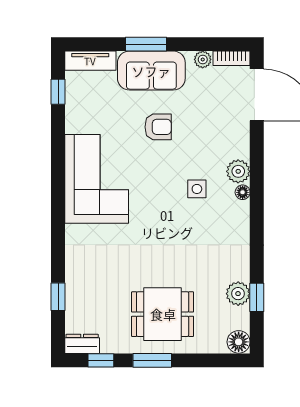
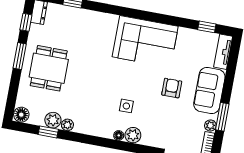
window: (146, 44) -> (222, 117), moved
armchair: (158, 127) -> (172, 88), turned 180
plant: (241, 271) -> (67, 125), added

